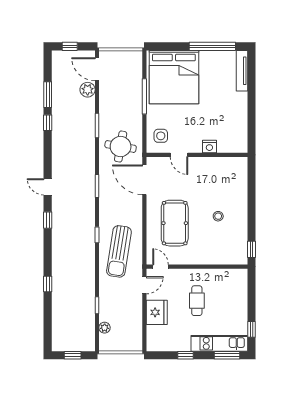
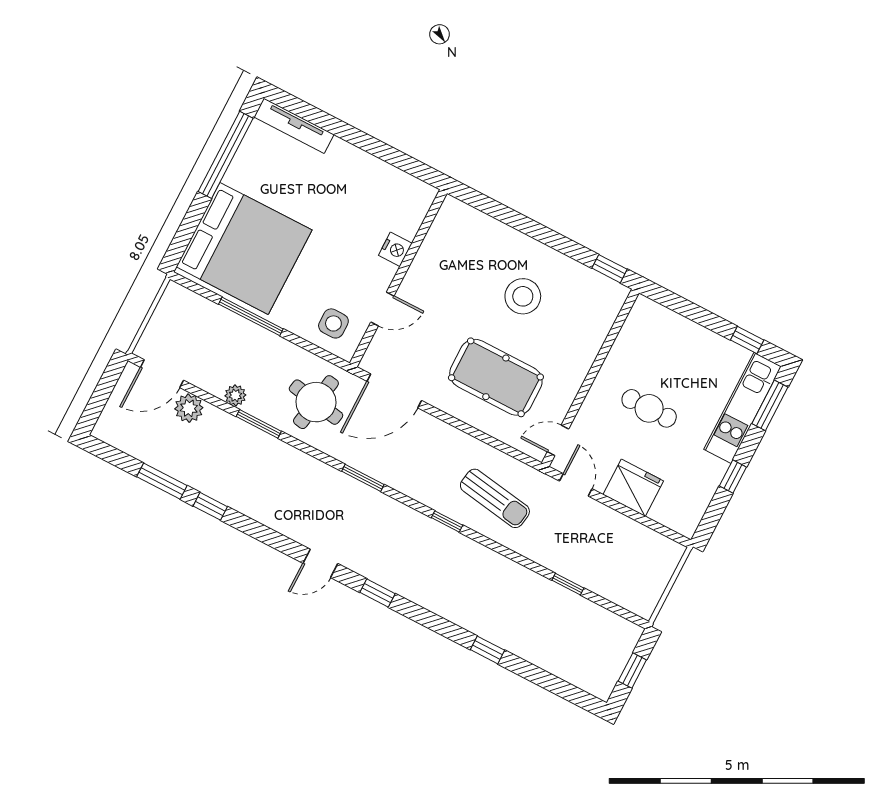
window: (70, 46) -> (98, 400), removed
stool: (218, 216) -> (523, 296), width x1.89, depth x1.89
sun lounger: (119, 251) -> (495, 498), width x0.73, depth x0.75
plant: (105, 328) -> (235, 395), moved

